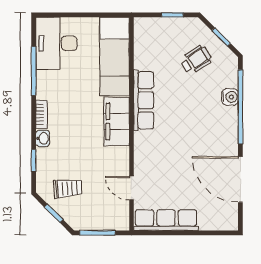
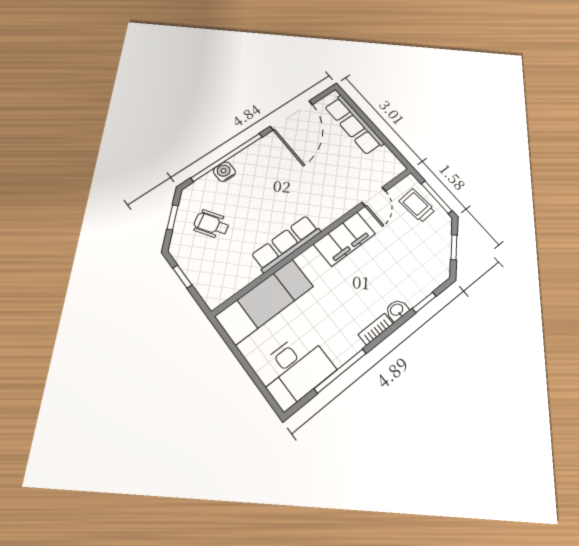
filing cabinet: (117, 121) -> (344, 239), moved
trolley: (68, 188) -> (417, 205), moved
row of seats: (166, 220) -> (354, 125), moved

